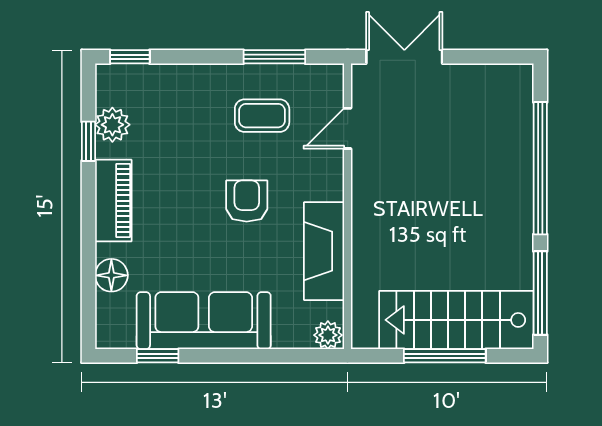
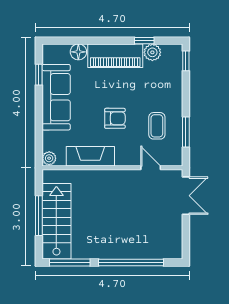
piano: (113, 201) -> (115, 56), width x1.37, depth x1.33

